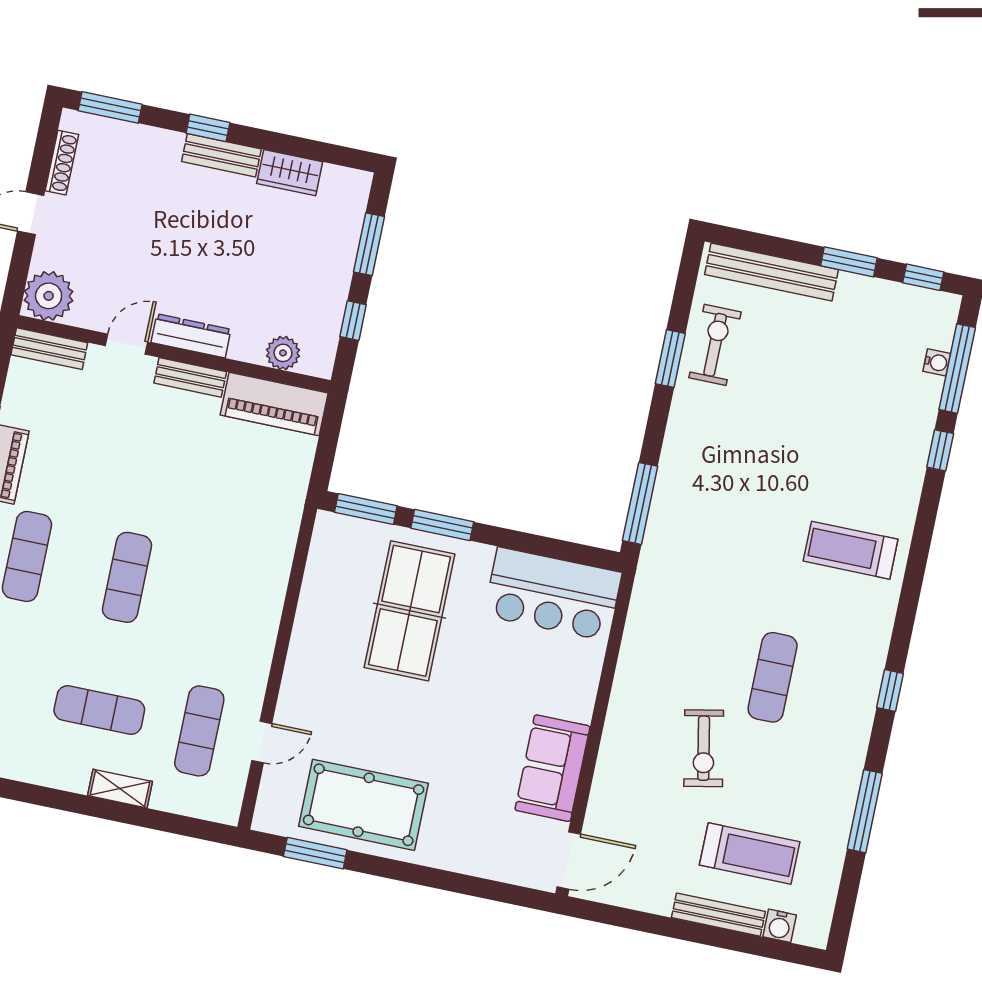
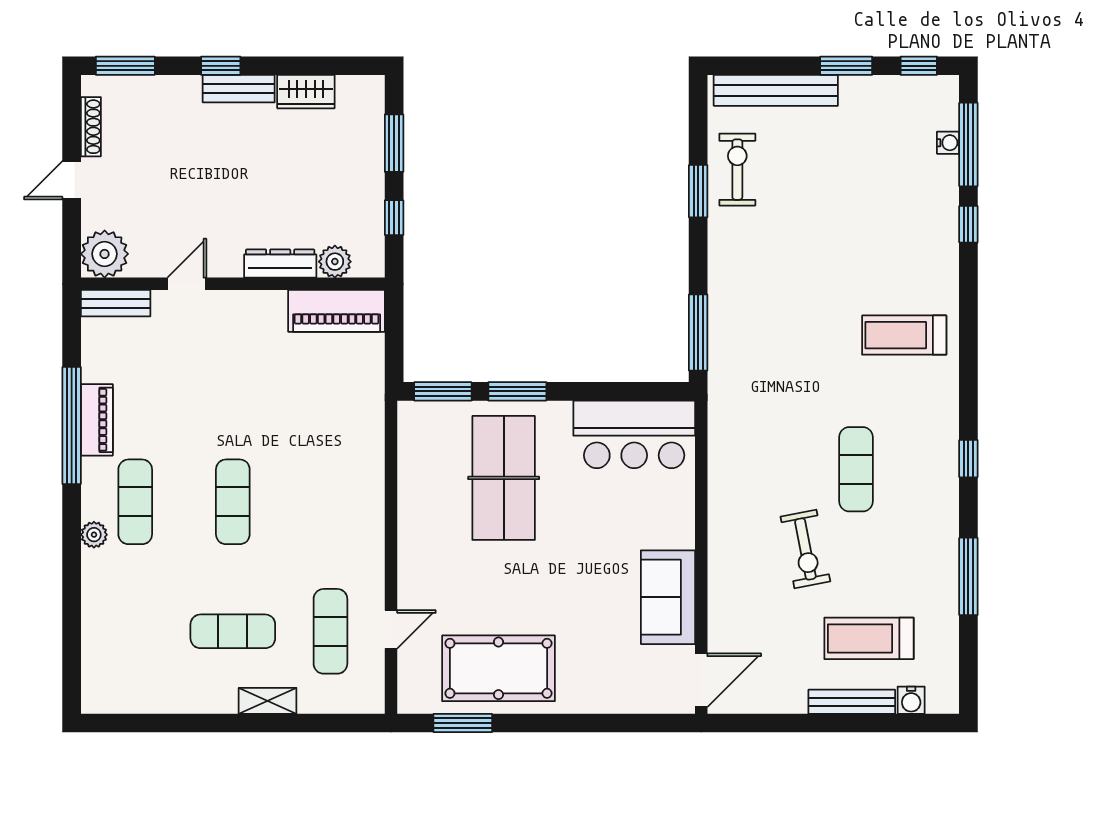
dresser: (191, 336) -> (280, 264), moved
bench: (190, 377) -> (253, 303), removed
treadmill: (750, 853) -> (869, 638), turned 180

